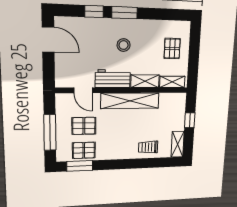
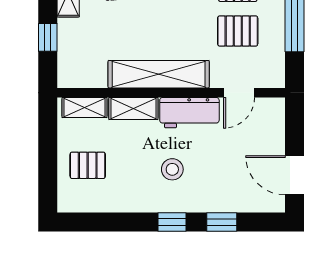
window: (124, 13) -> (172, 222), width x0.67
pallet: (172, 49) -> (88, 165), turned 90
door: (83, 90) -> (239, 93), swing flipped

